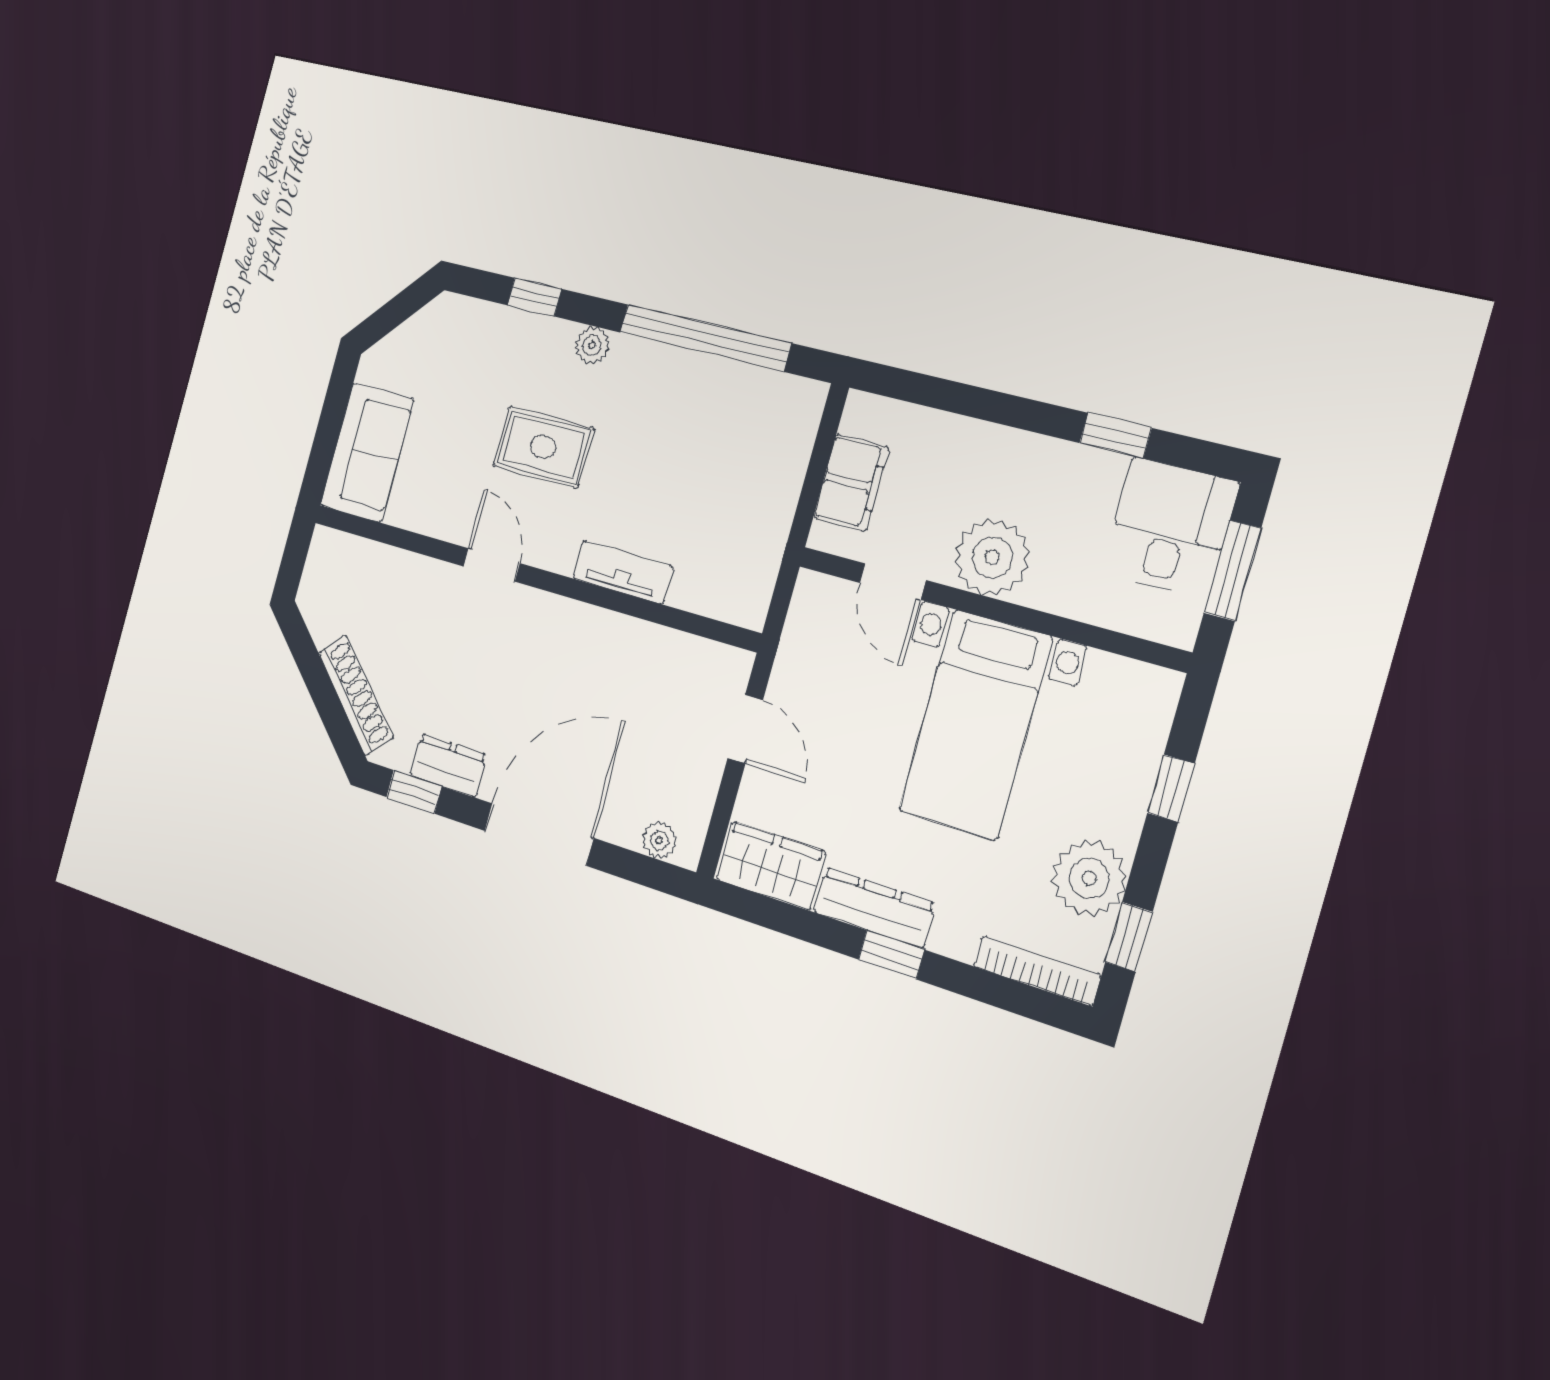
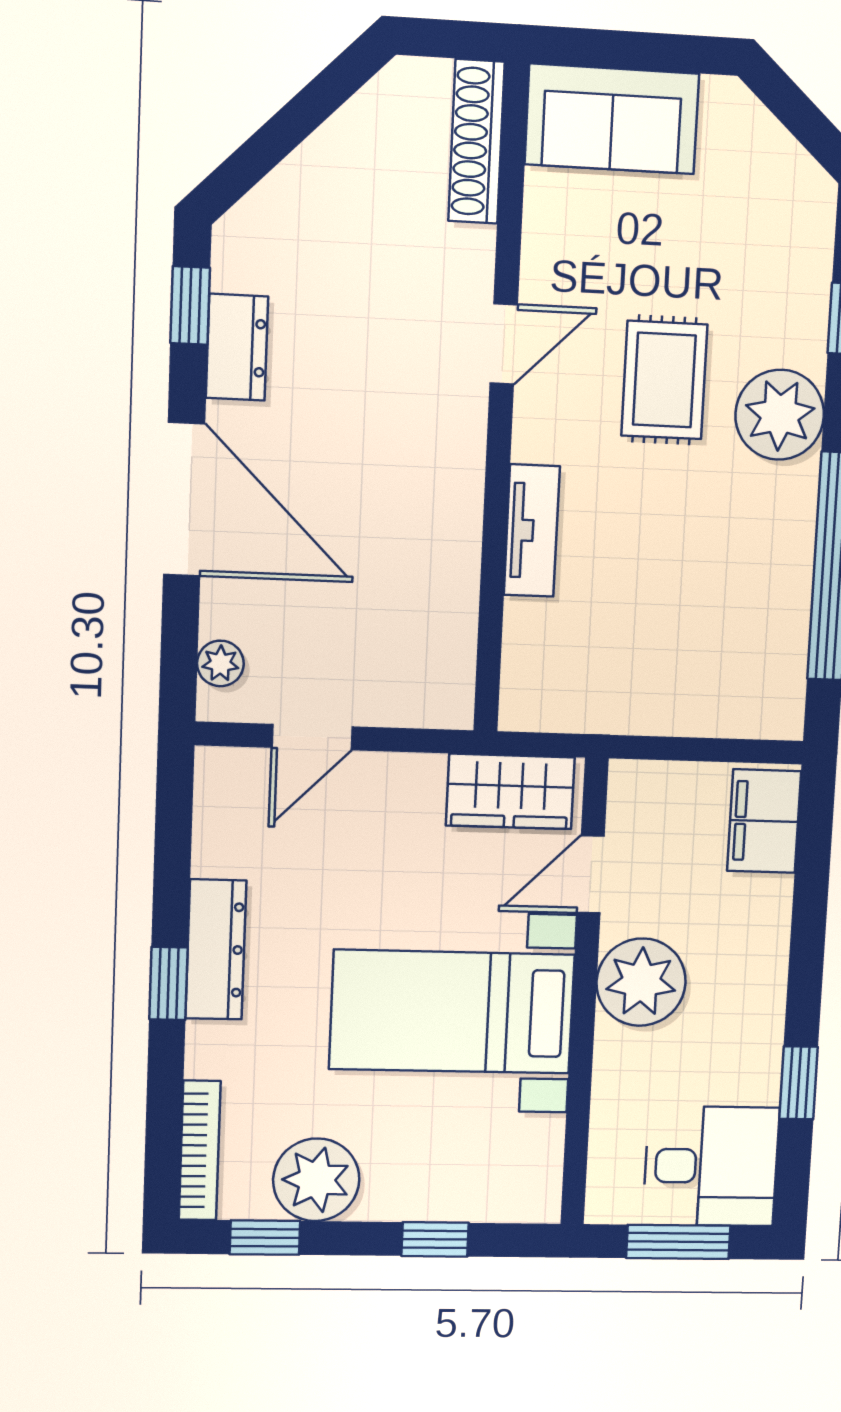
plant: (592, 345) -> (780, 415), width x1.88, depth x1.88
filing cabinet: (851, 482) -> (764, 821), moved, turned 90
shoe rack: (356, 695) -> (476, 141), moved, turned 135
door: (745, 729) -> (312, 737), moved
wardrobe: (771, 865) -> (510, 791), moved, turned 90

